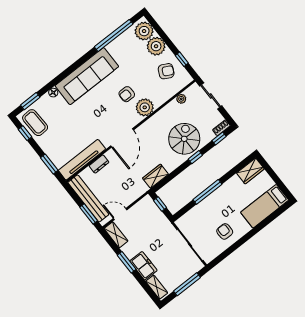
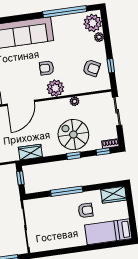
plant: (156, 46) -> (99, 37), width x0.53, depth x0.53
plant: (181, 99) -> (75, 101), moved
spiral stairs: (184, 139) -> (73, 135), turned -90
armchair: (225, 231) -> (86, 210), moved, turned 90

